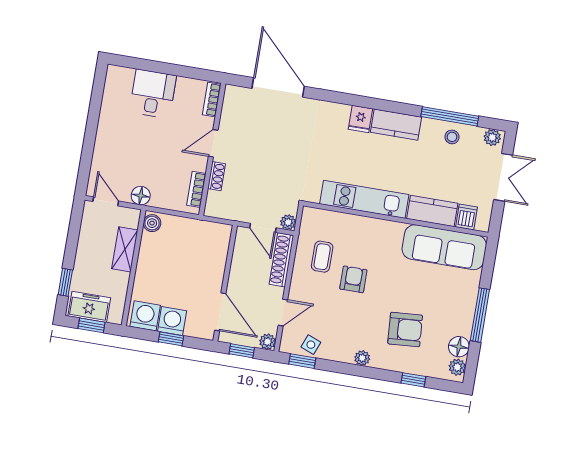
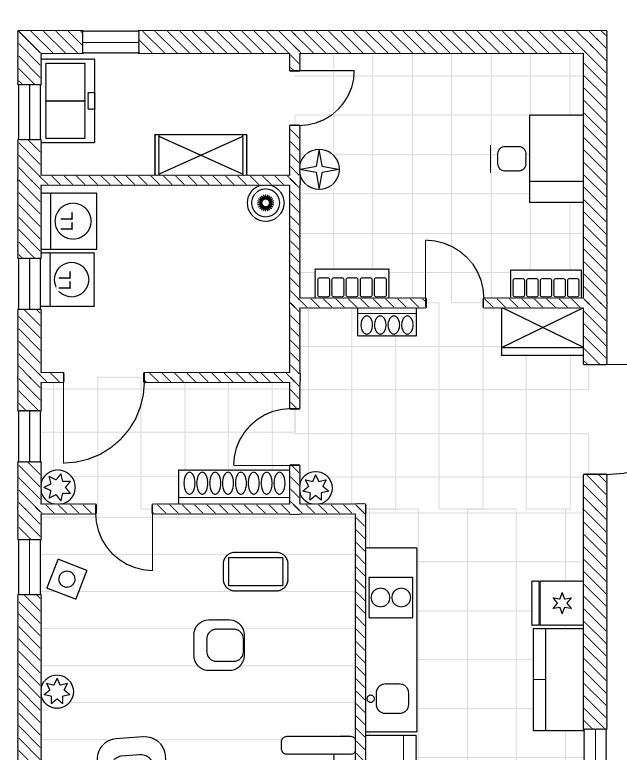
wardrobe: (233, 105) -> (543, 331), added

